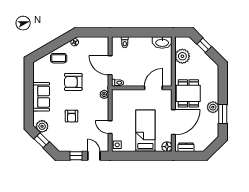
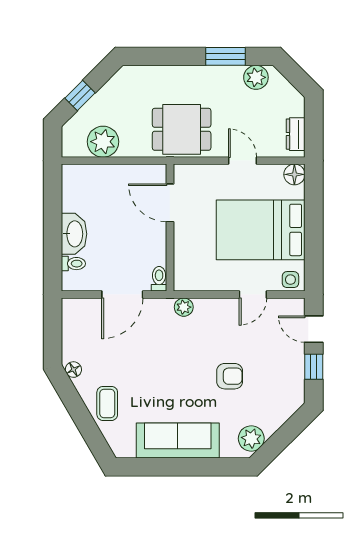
washbasin: (162, 42) -> (74, 234), moved
armchair: (73, 82) -> (157, 372), removed
sofa: (41, 97) -> (178, 440), width x1.36
plant: (213, 107) -> (256, 77), moved
door: (173, 122) -> (243, 161), width x0.53
bed: (145, 131) -> (261, 230), width x1.50
window: (42, 140) -> (281, 439), removed
door: (94, 156) -> (314, 329), hinge flipped

